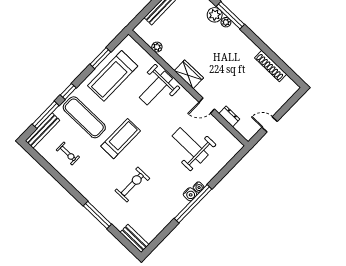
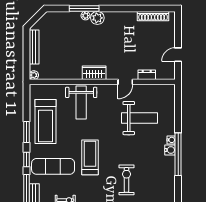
plant: (215, 15) -> (97, 18), moved
plant: (157, 47) -> (34, 75), moved
window: (100, 58) -> (26, 132), moved
shoe rack: (271, 66) -> (153, 16), moved
weight bench: (190, 145) -> (139, 118), turned 180

